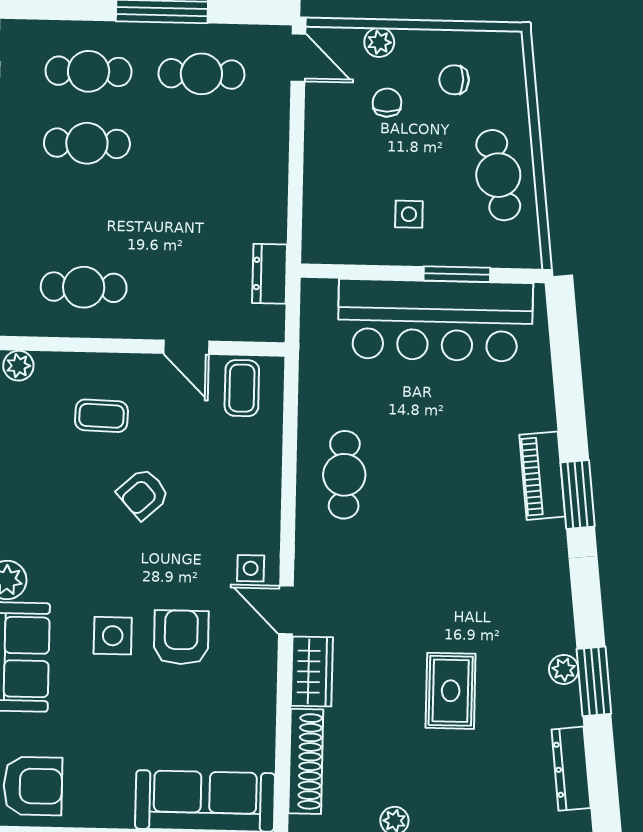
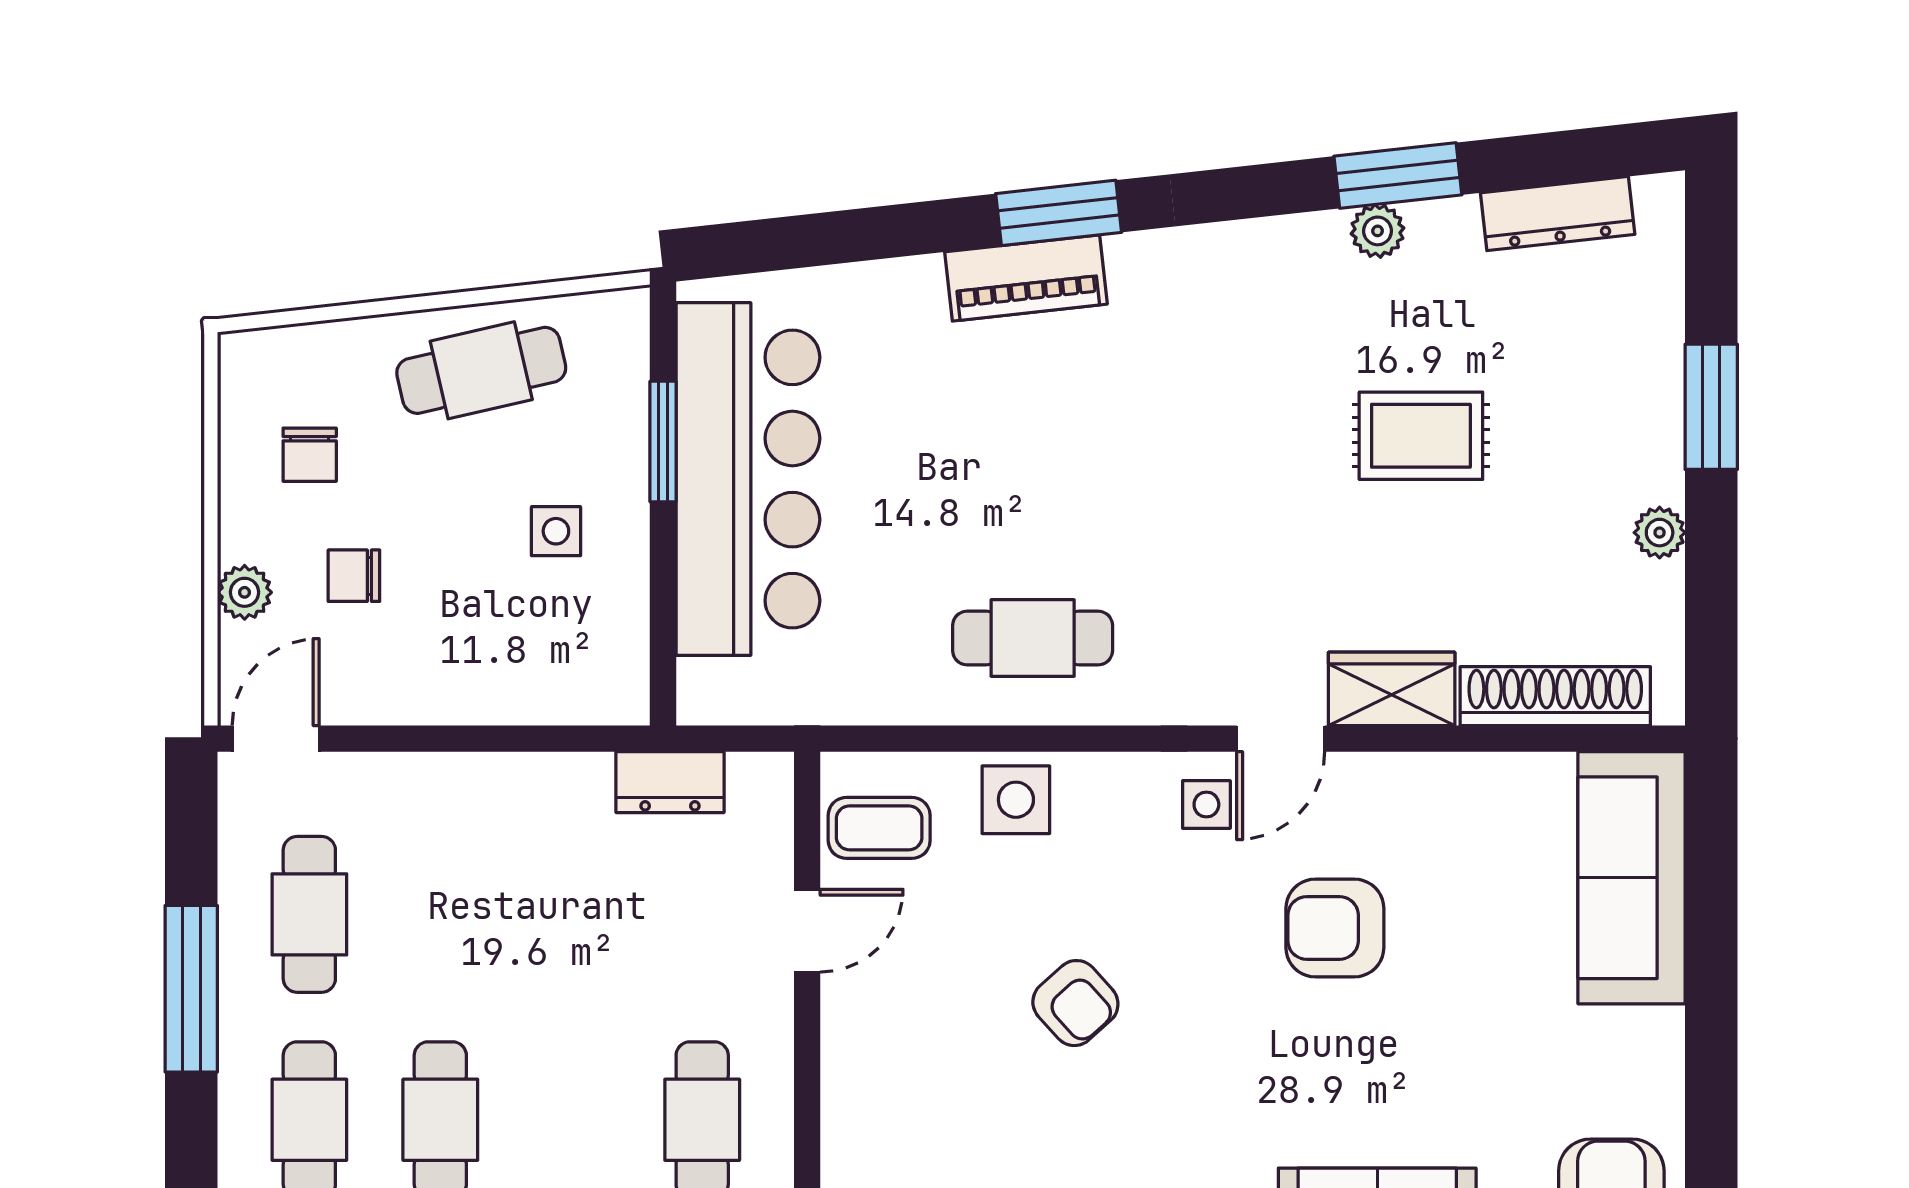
coffee table: (101, 416) -> (935, 1082), removed
side table: (113, 636) -> (1016, 800), moved

